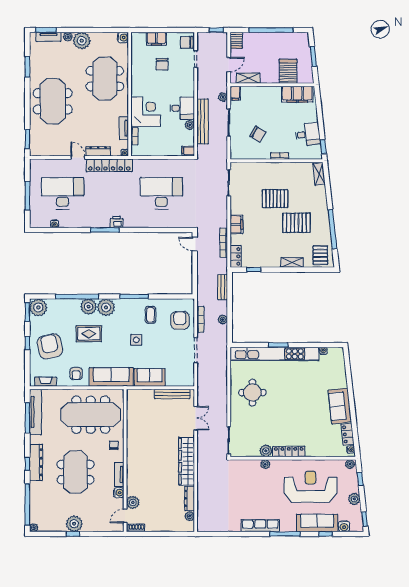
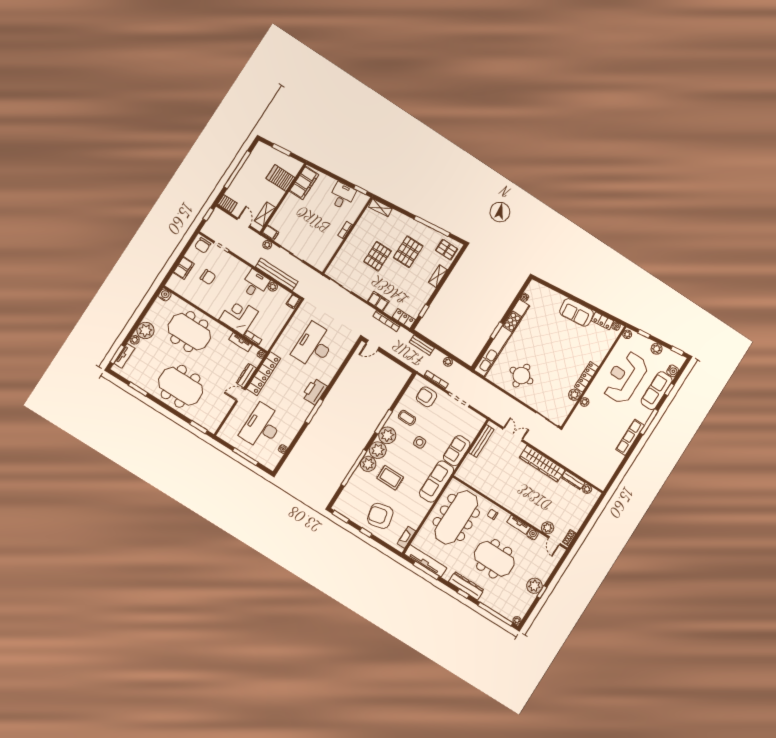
chair: (258, 134) -> (316, 236), removed
printer: (116, 222) -> (314, 391), width x1.87, depth x1.48
plant: (38, 307) -> (387, 435), moved
rug: (89, 334) -> (390, 478), turned 90
armchair: (76, 374) -> (416, 508), removed

